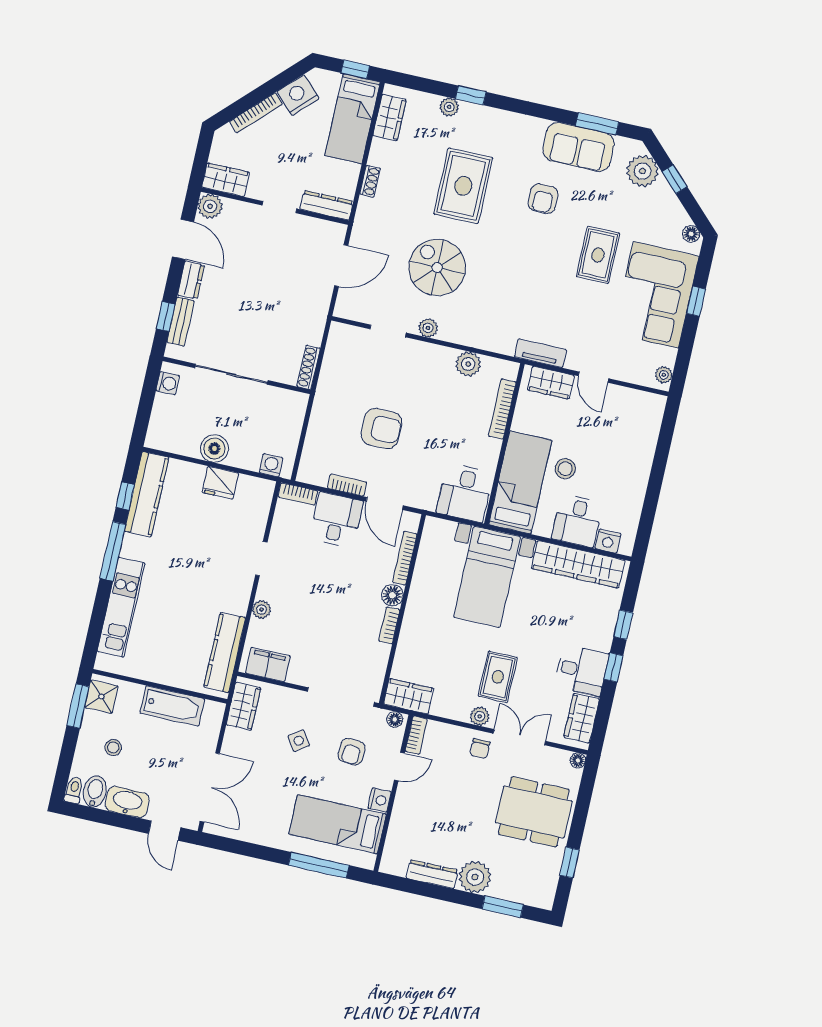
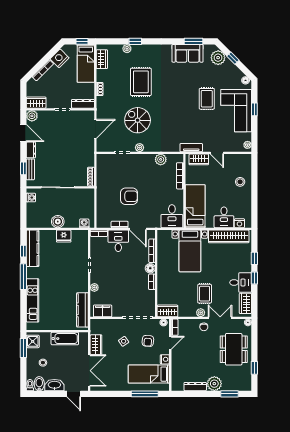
armchair: (543, 199) -> (177, 80), removed
stool: (565, 469) -> (240, 182), moved
wardrobe: (244, 706) -> (96, 345), moved
dining table: (534, 812) -> (234, 349), turned 90

